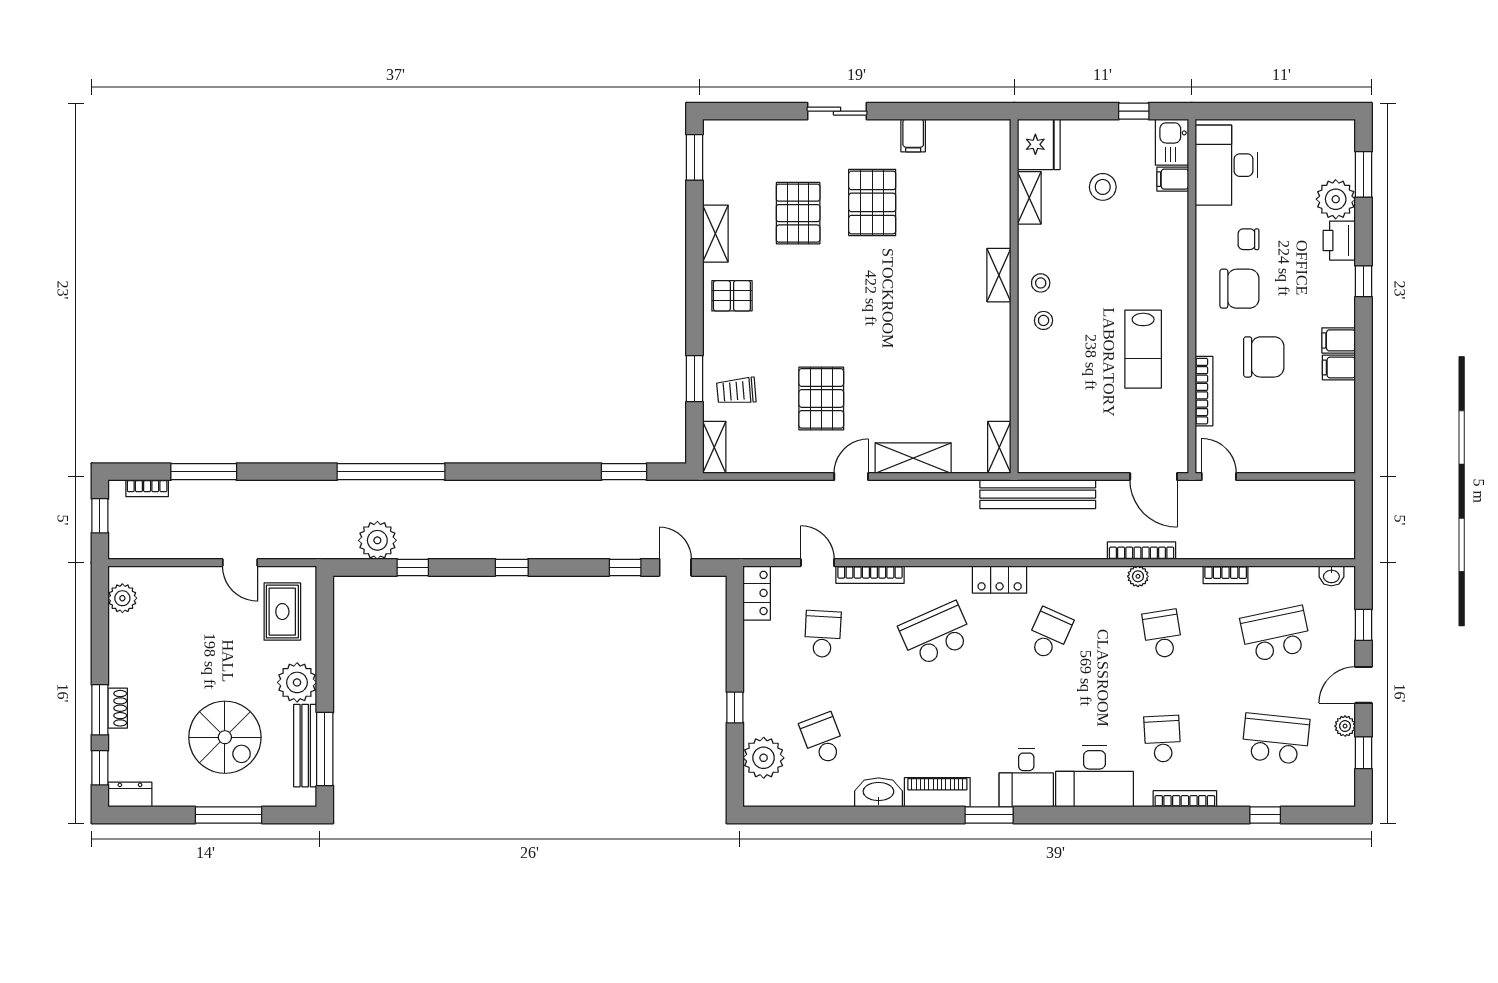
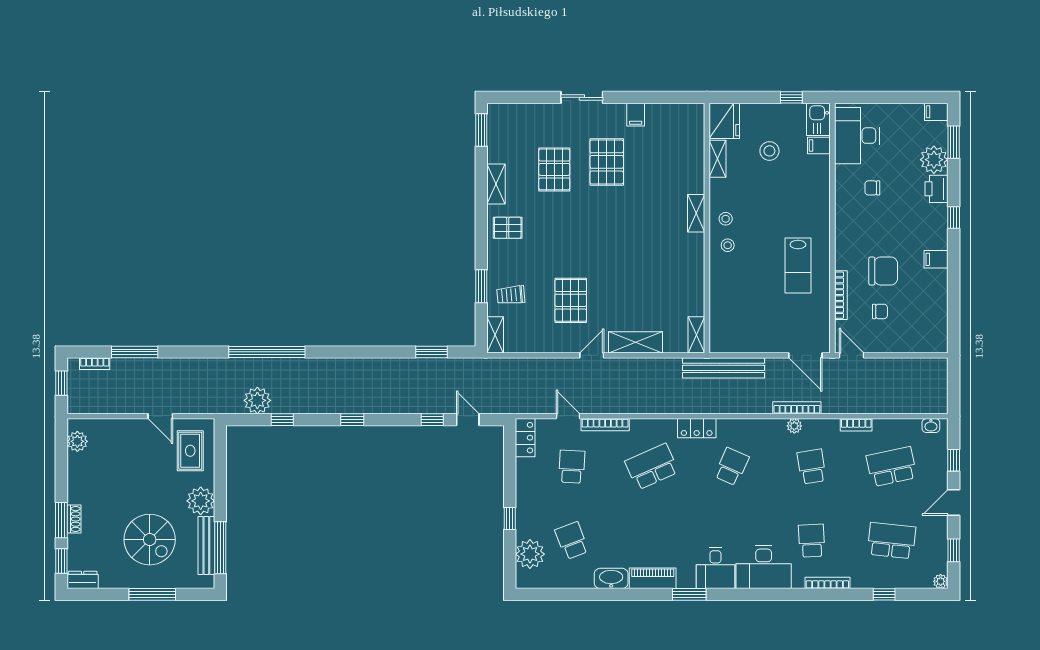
chair: (1239, 289) -> (880, 311), moved, width x0.54, depth x0.54
filing cabinet: (1339, 368) -> (936, 112), moved
plant: (1345, 726) -> (941, 581), moved

